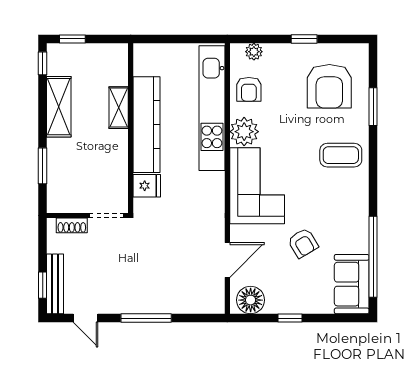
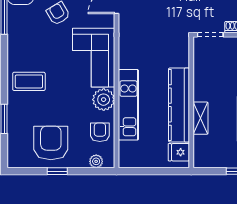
armchair: (329, 86) -> (51, 143), moved
kitchen unit: (212, 108) -> (128, 105), width x0.73
fridge: (147, 186) -> (179, 152), moved

